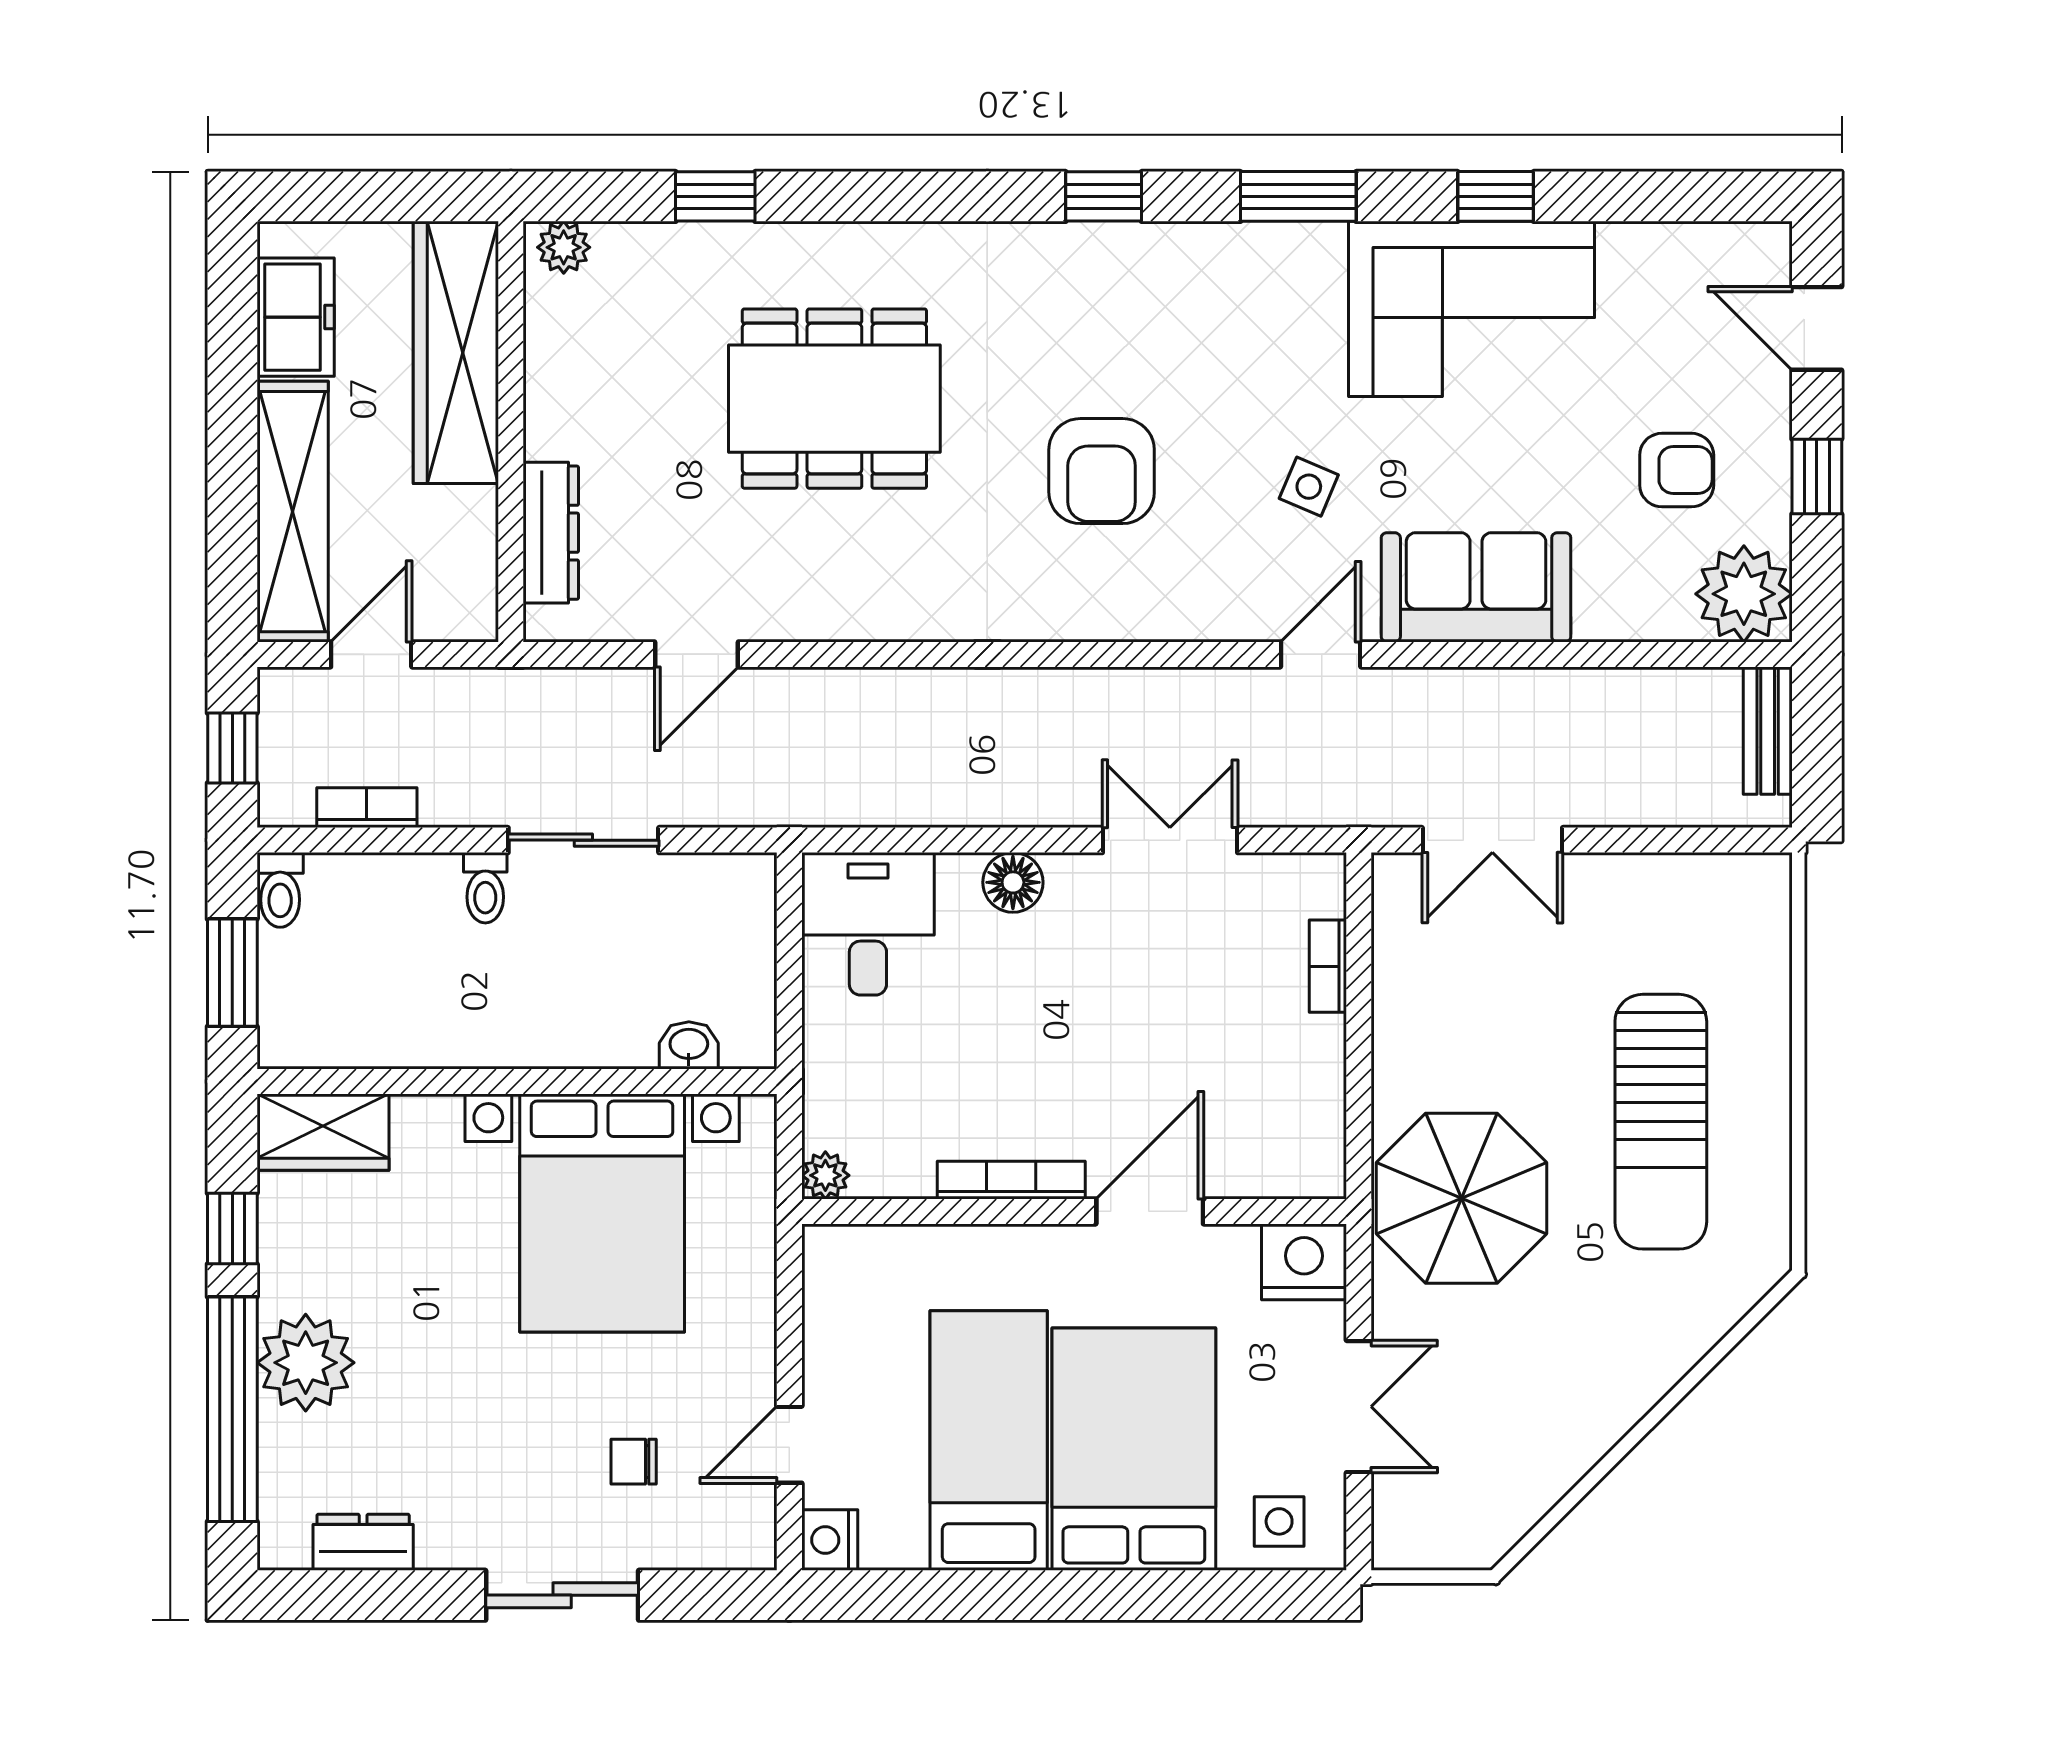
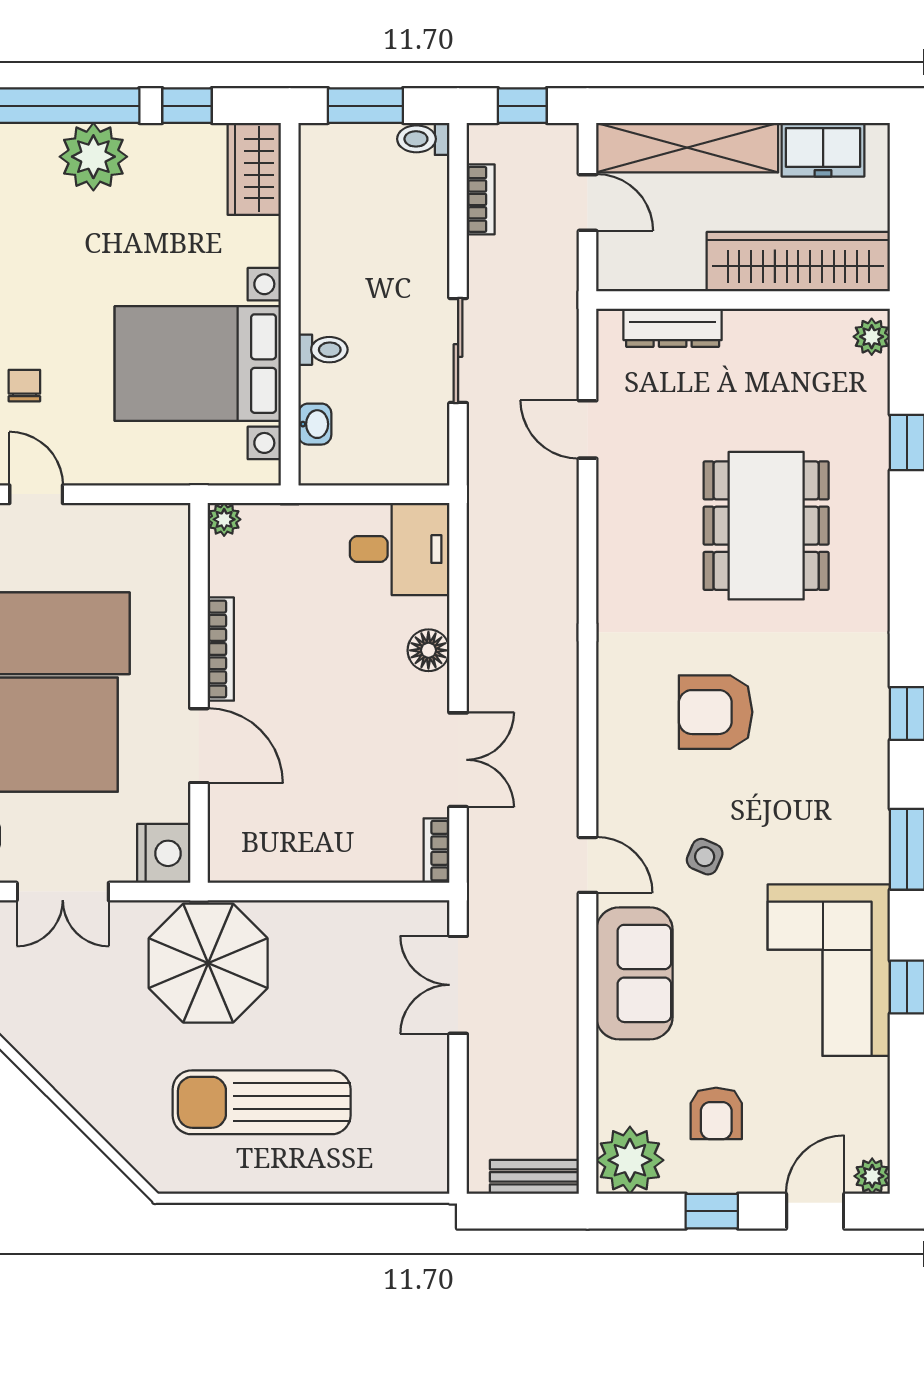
plant: (1767, 247) -> (872, 1176), added
toilet: (485, 888) -> (323, 350), moved, turned 180
bookcase: (1328, 966) -> (436, 851), moved, turned -90

